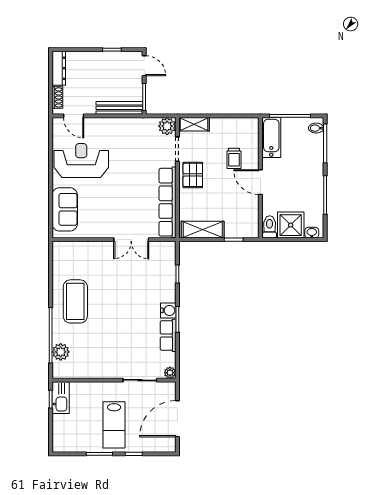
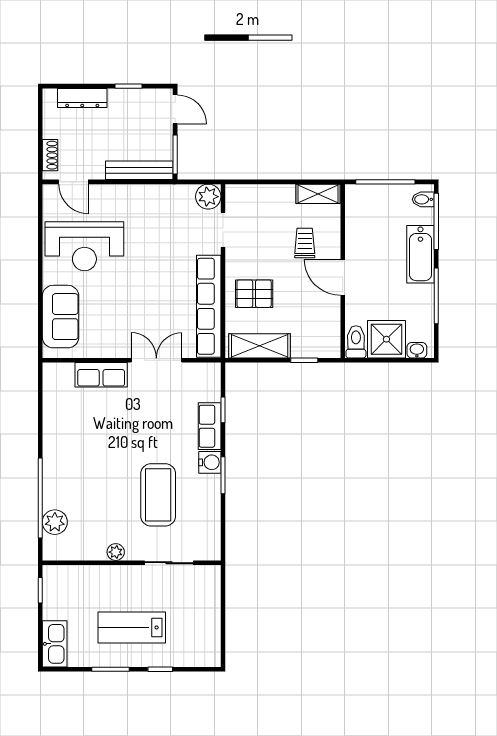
dresser: (59, 68) -> (82, 98), moved, turned 90
shelving: (194, 124) -> (318, 194), moved
bathtub: (271, 138) -> (420, 254), moved, turned 180
trolley: (234, 158) -> (305, 243), turned 180
reception desk: (81, 161) -> (84, 246), turned 180
pallet: (193, 175) -> (254, 294), moved, turned 90
double door: (131, 240) -> (156, 360), swing flipped
row of seats: (93, 250) -> (101, 375), added
coffee table: (75, 301) -> (158, 495), moved
row of seats: (168, 335) -> (210, 426), moved
plant: (170, 373) -> (116, 552), moved
kitchen sink: (61, 398) -> (55, 644), moved
door: (177, 419) -> (223, 619), removed
lab bench: (114, 425) -> (132, 627), turned 90

